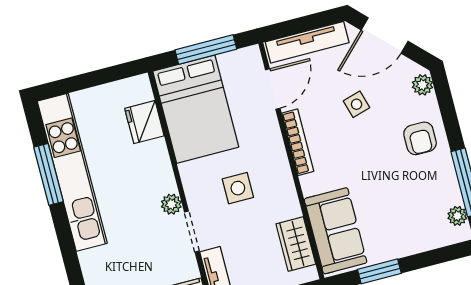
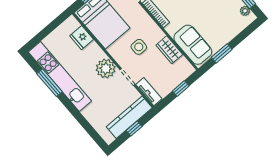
plant: (171, 204) -> (106, 68), width x1.87, depth x1.87
wardrobe: (296, 244) -> (169, 50), moved

